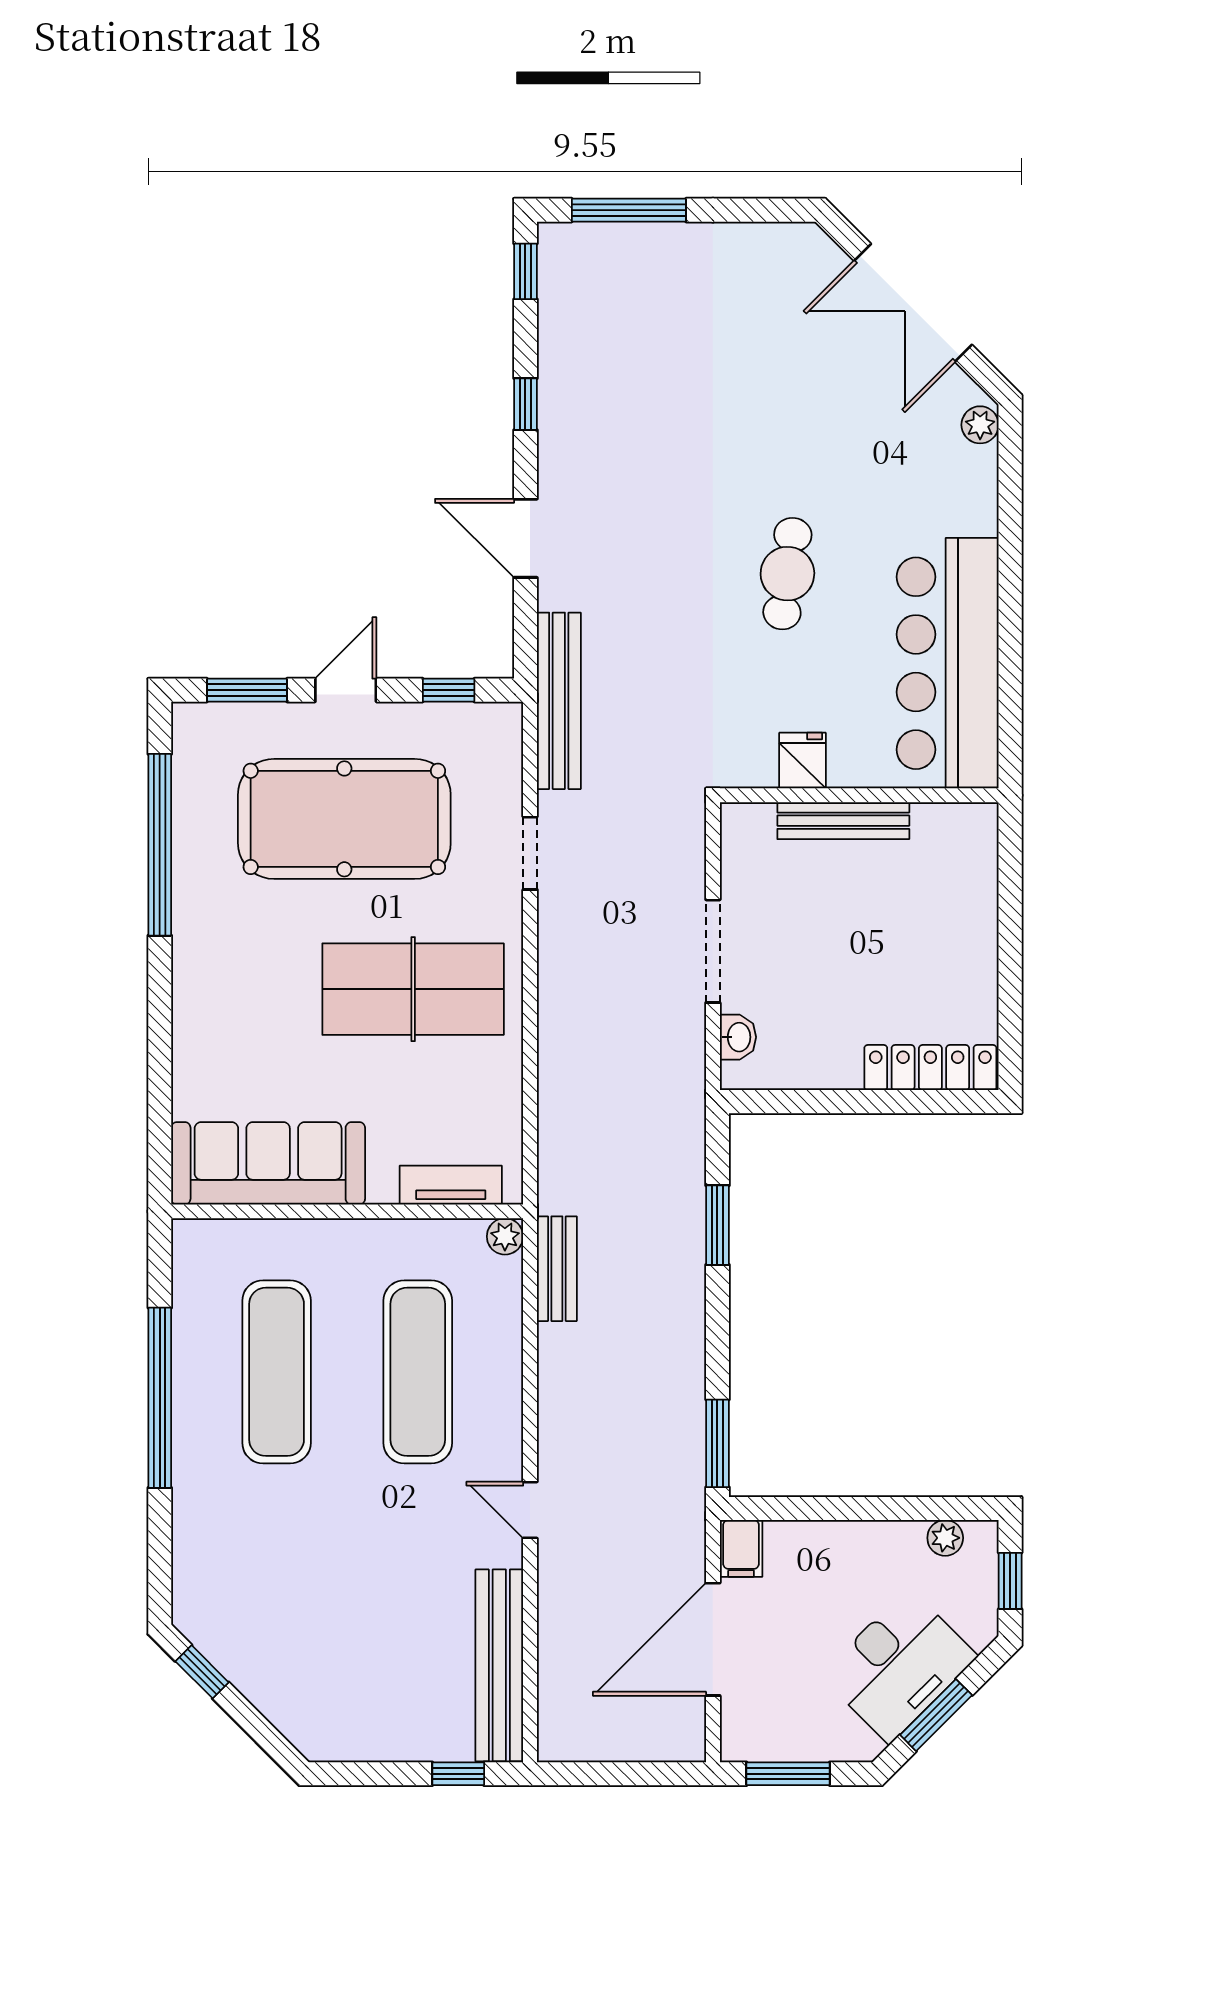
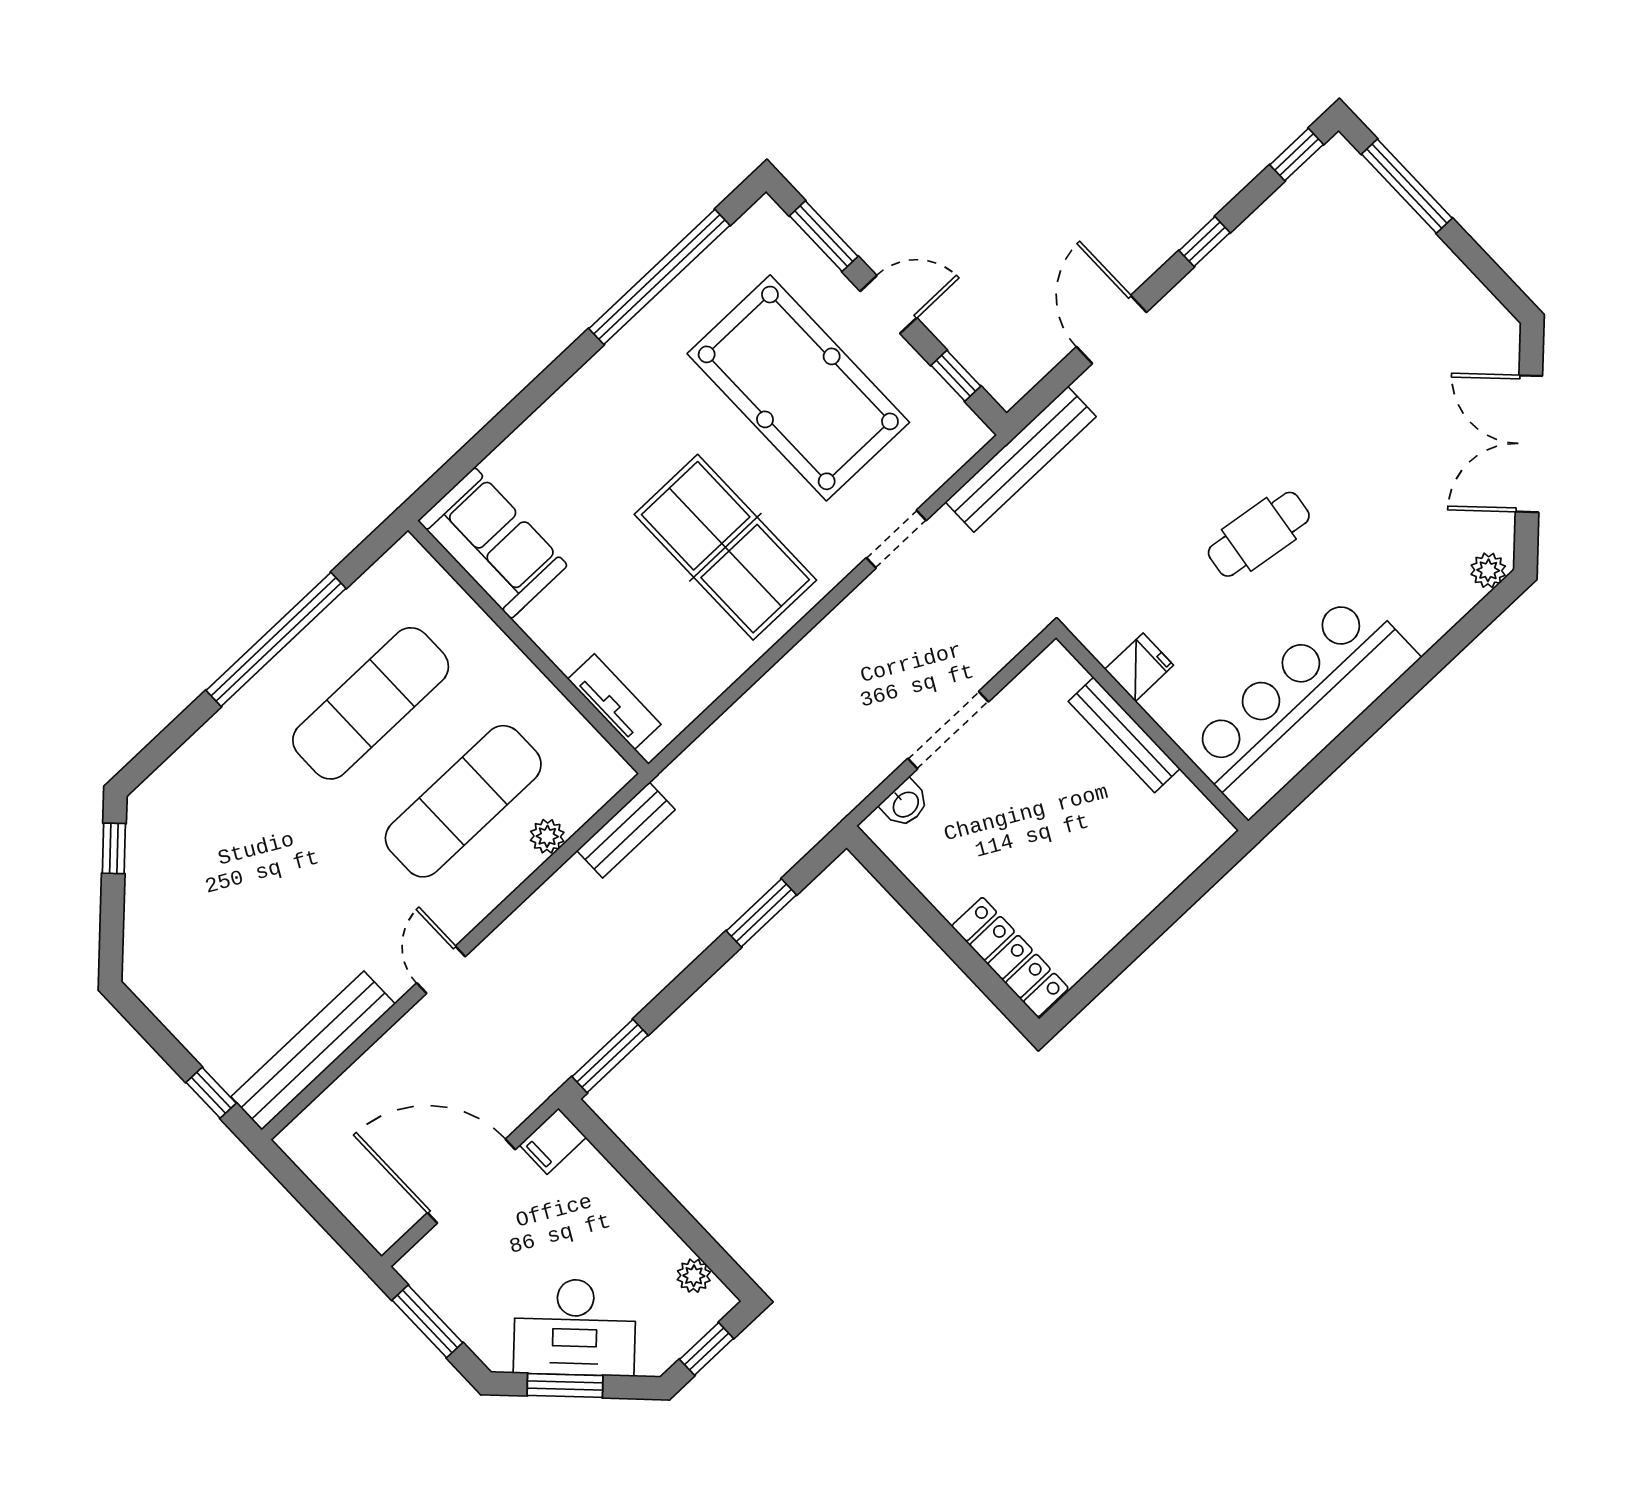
sofa: (268, 1163) -> (493, 543), width x0.73
plant: (505, 1236) -> (547, 836), moved

